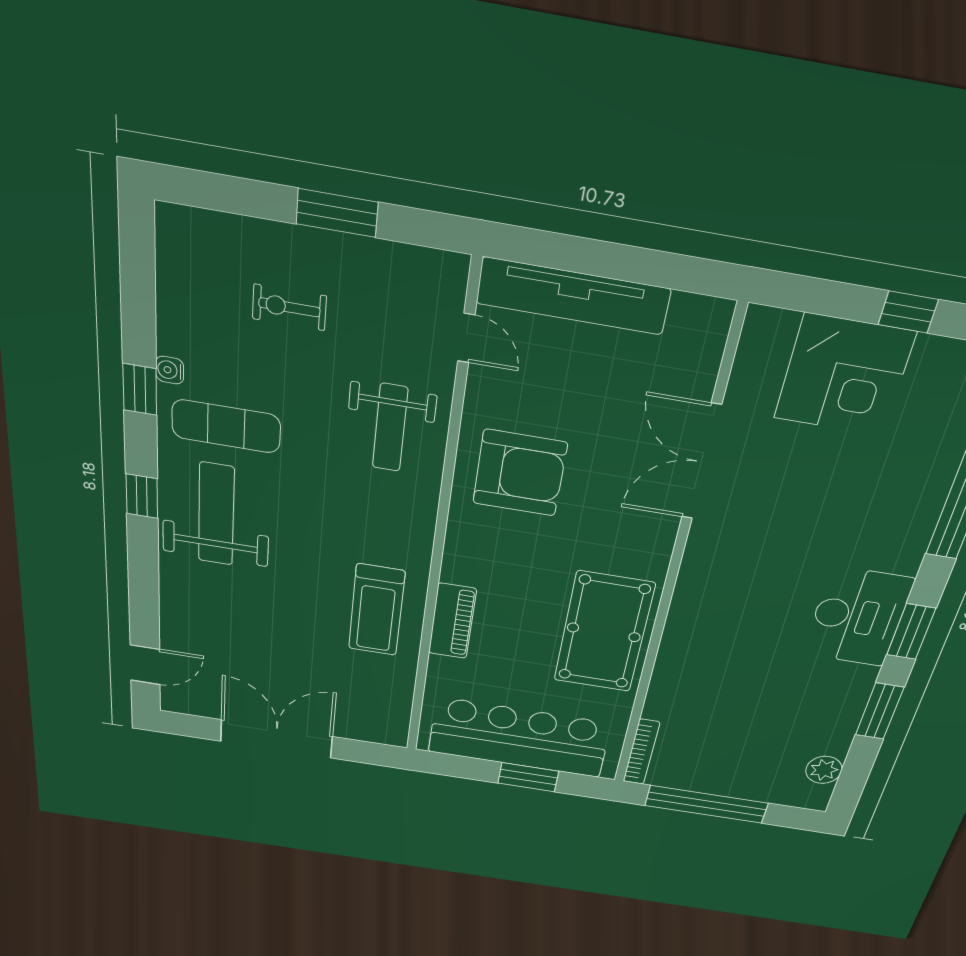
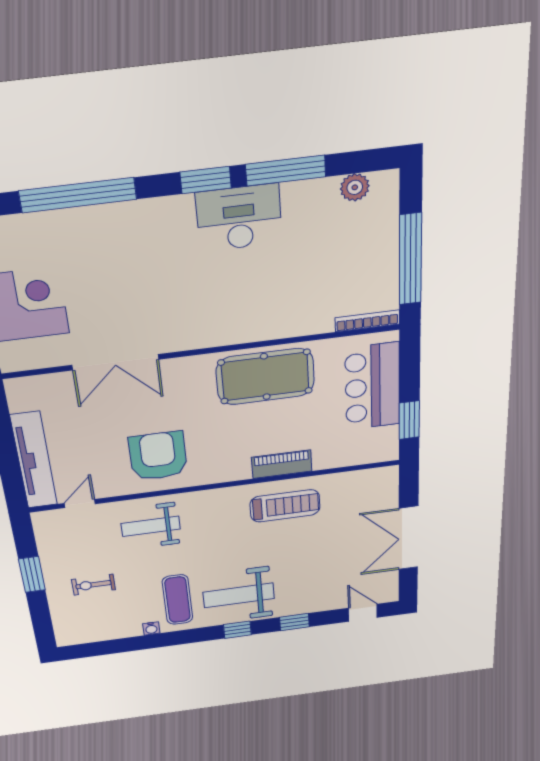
exercise bike: (289, 307) -> (93, 585), turned 90
window: (140, 389) -> (294, 622), moved
weight bench: (390, 428) -> (151, 526), turned 180
desk: (858, 617) -> (239, 218), moved
window: (880, 711) -> (286, 171), width x1.44
bar counter: (519, 737) -> (372, 387), width x0.73
window: (528, 777) -> (409, 420), moved

